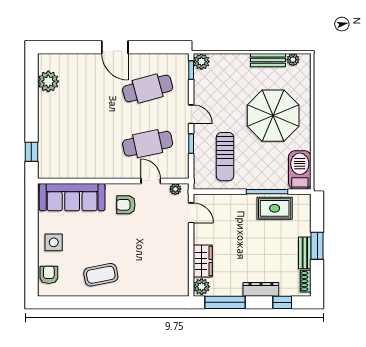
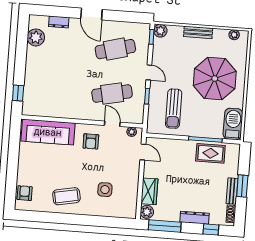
dresser: (75, 60) -> (59, 22), added
bench: (268, 60) -> (198, 32), moved
armchair: (126, 205) -> (91, 141), turned -90
side table: (54, 242) -> (105, 190), moved

